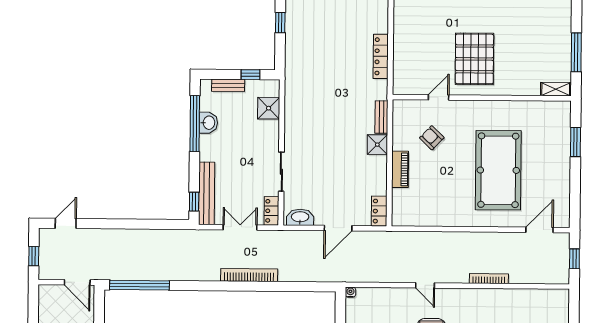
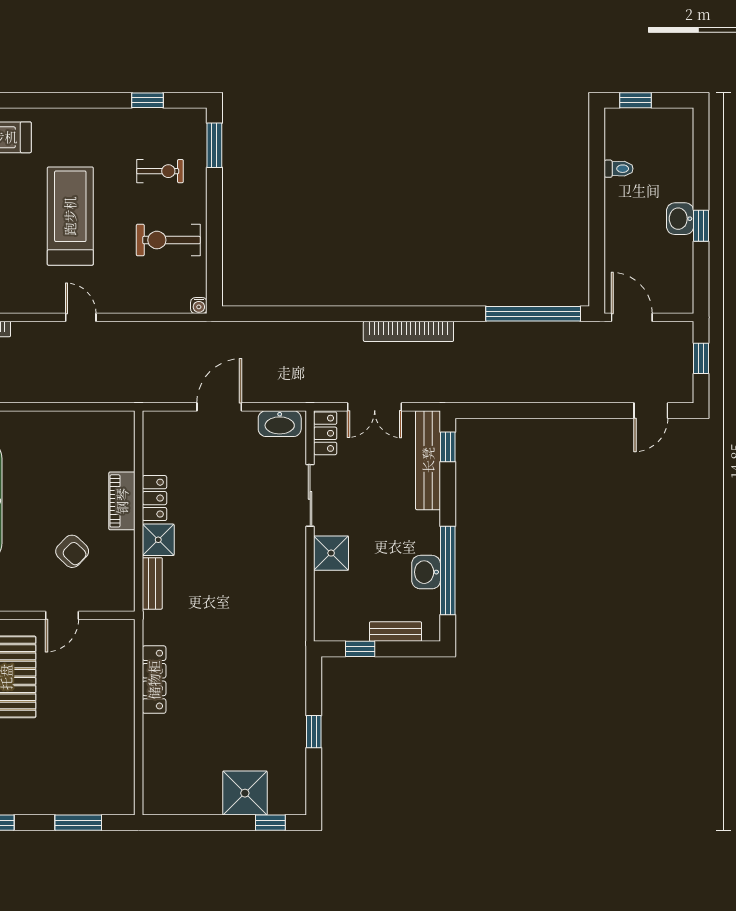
shower: (269, 108) -> (331, 553), moved
locker: (379, 211) -> (155, 498), moved
bookcase: (249, 275) -> (408, 331), moved

